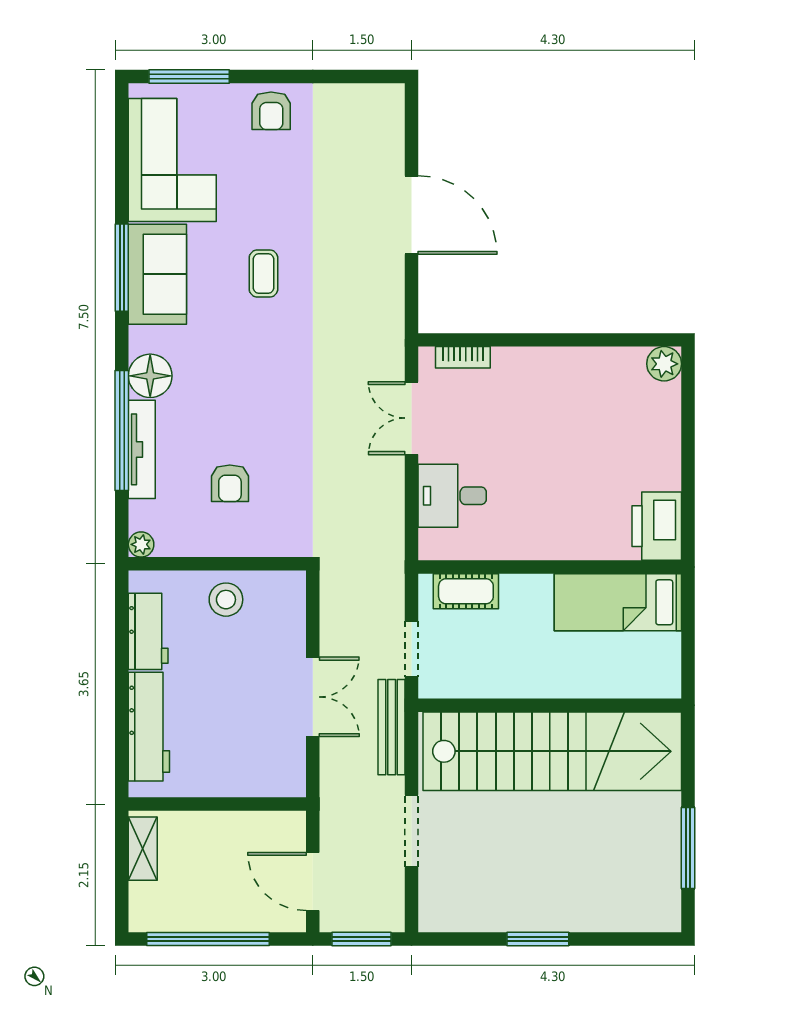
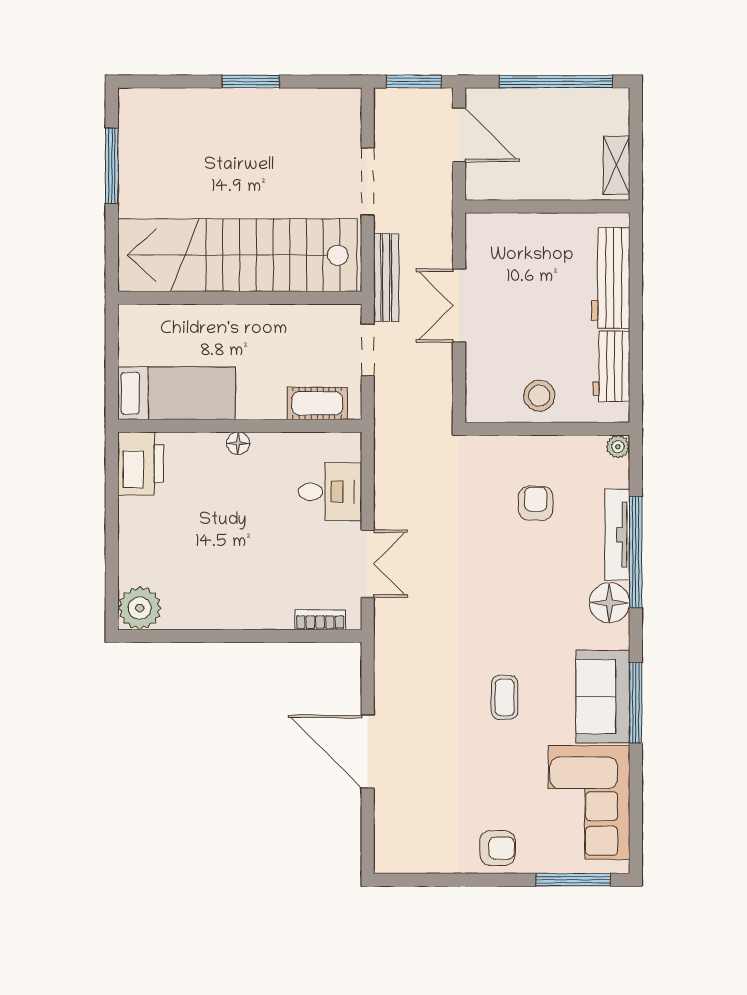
armchair: (271, 111) -> (497, 848), turned 90
plant: (664, 364) -> (140, 608), width x1.36, depth x1.36
floor lamp: (551, 548) -> (238, 443), added

